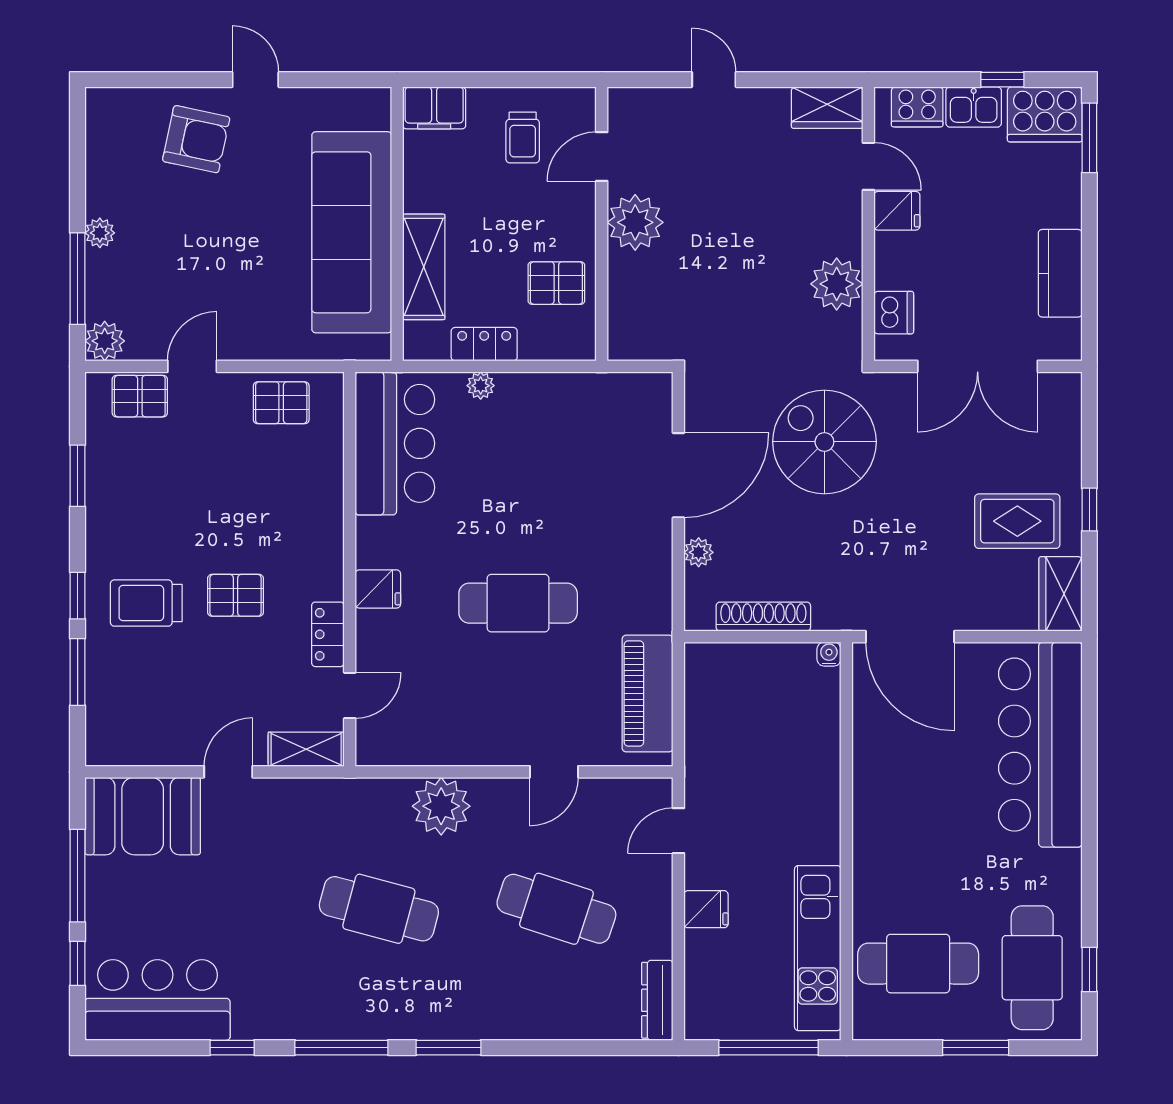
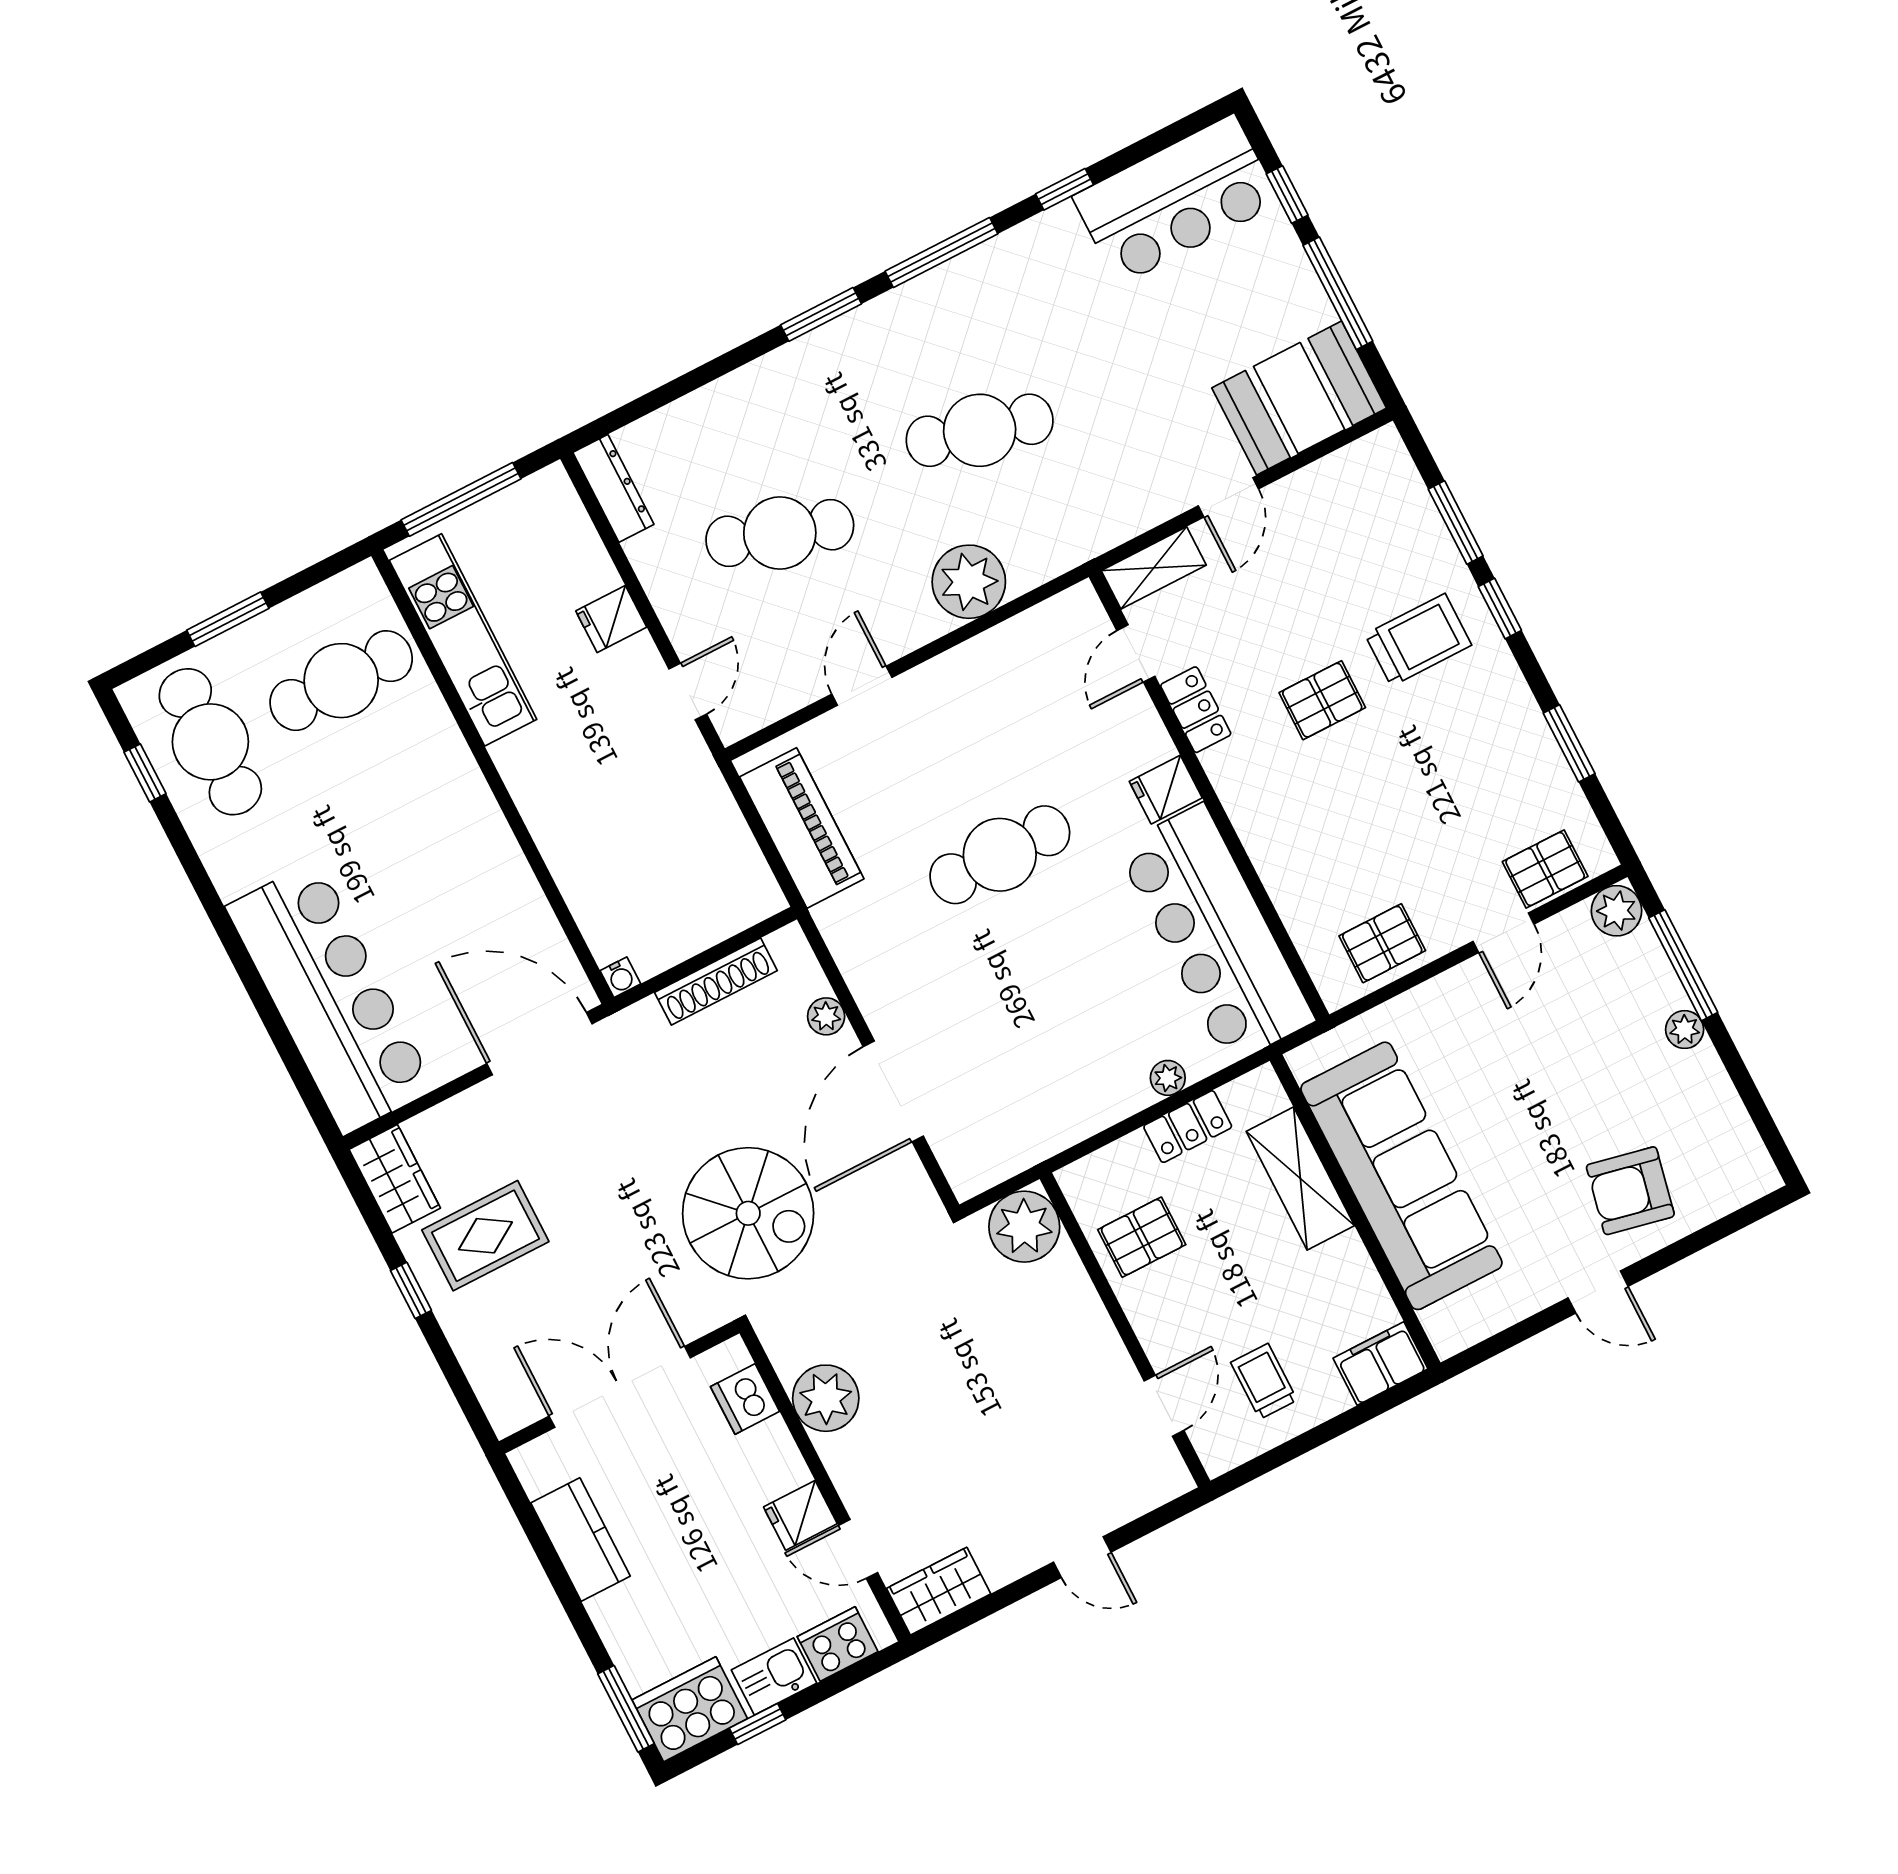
plant: (635, 222) -> (1024, 1227), moved
bar counter: (395, 443) -> (1216, 934), width x1.36

